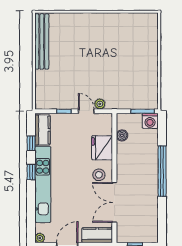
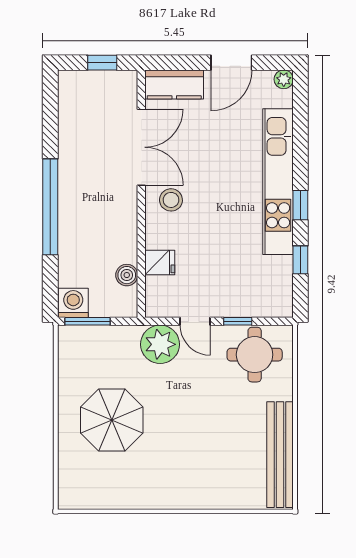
parasol: (130, 60) -> (112, 420), added
round table: (55, 94) -> (255, 355), added
plant: (100, 104) -> (160, 344), width x1.87, depth x1.87
kitchen counter: (42, 130) -> (279, 286), removed
fridge: (102, 148) -> (160, 262), width x0.53, depth x0.75

